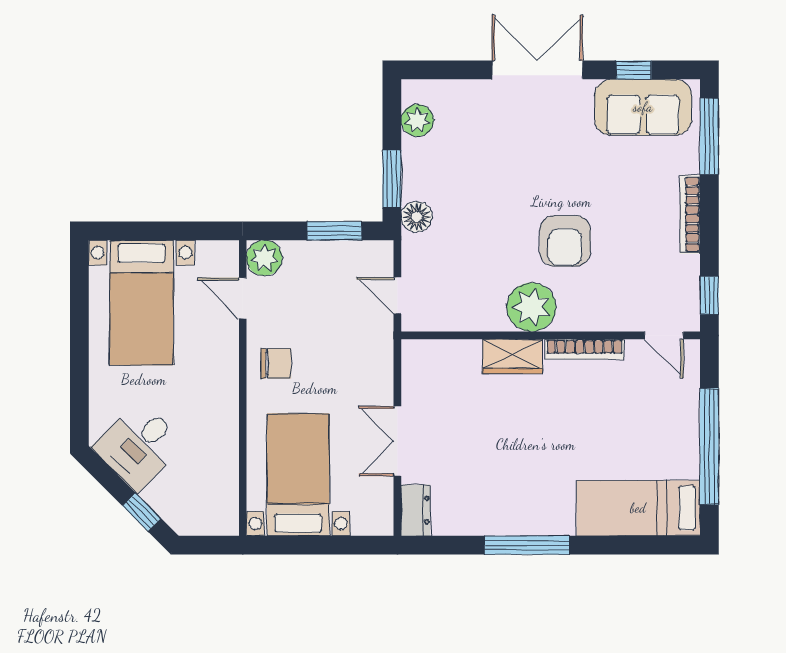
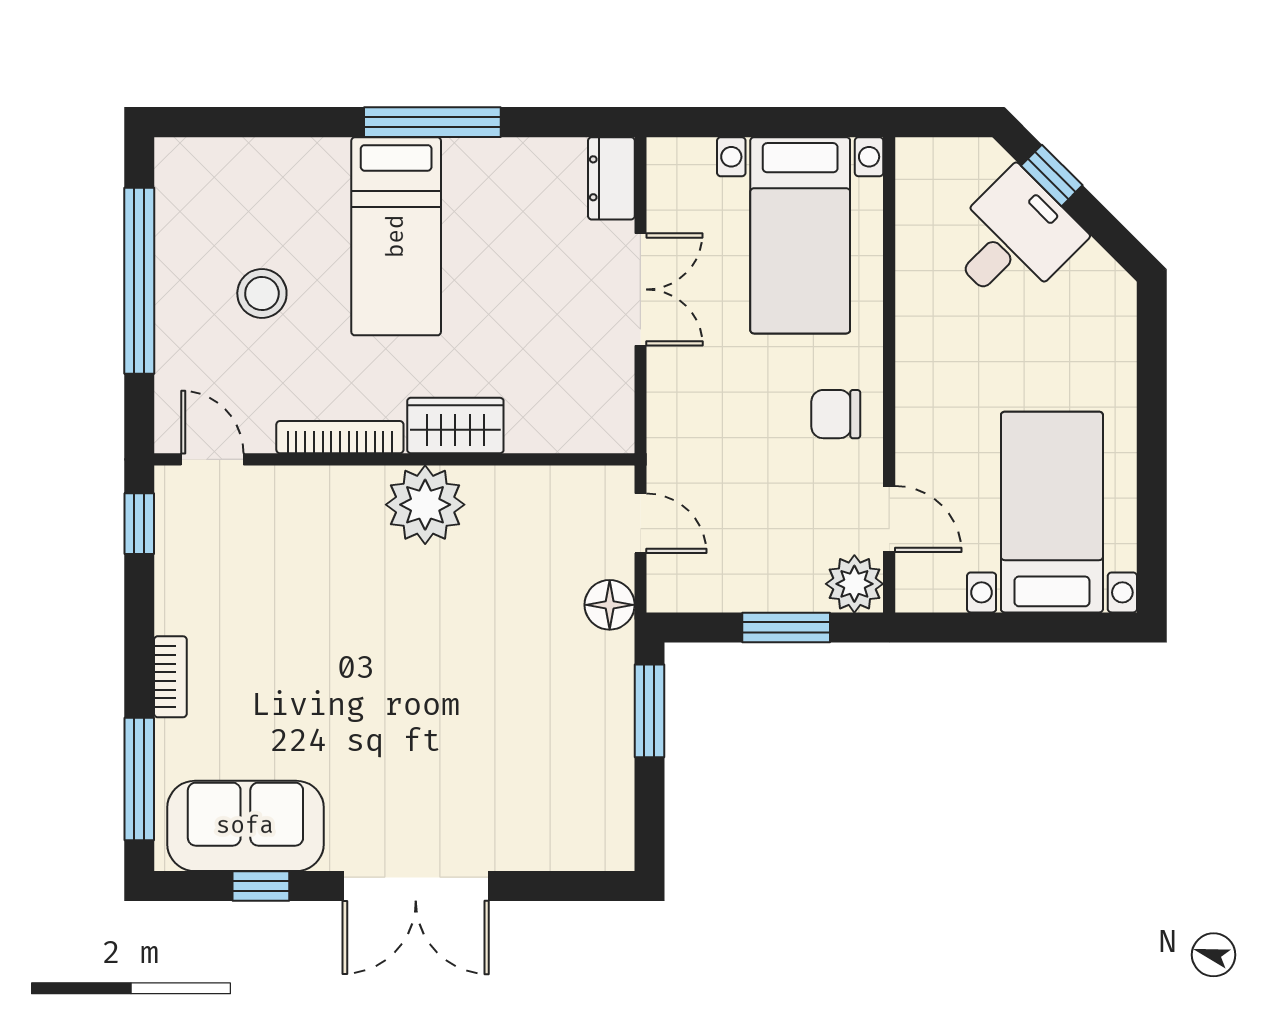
plant: (417, 120) -> (608, 805), removed
bookcase: (690, 214) -> (170, 677), width x0.64
floor lamp: (417, 217) -> (610, 605), moved
window: (335, 231) -> (786, 627), moved
armchair: (565, 241) -> (371, 611), removed
stool: (633, 439) -> (262, 293), added
desk: (139, 446) -> (1013, 239), moved
bed: (638, 508) -> (396, 236), moved, turned 90

